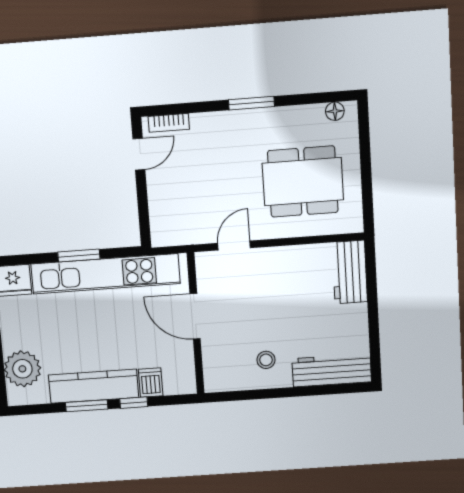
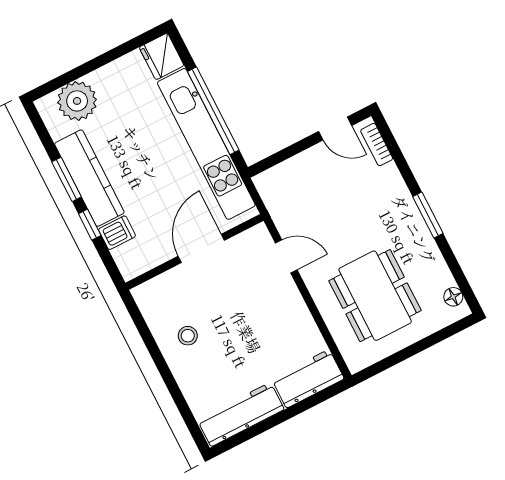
window: (79, 256) -> (213, 111), width x2.11
workbench: (332, 370) -> (241, 414), moved, turned -90

